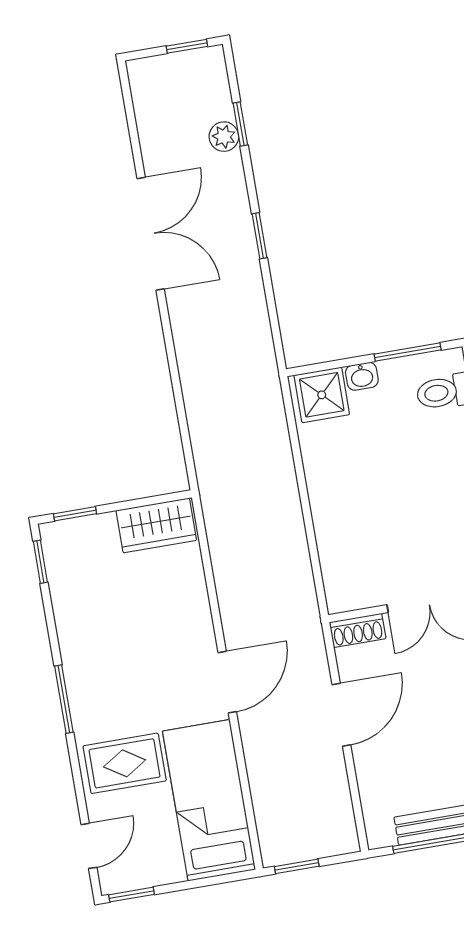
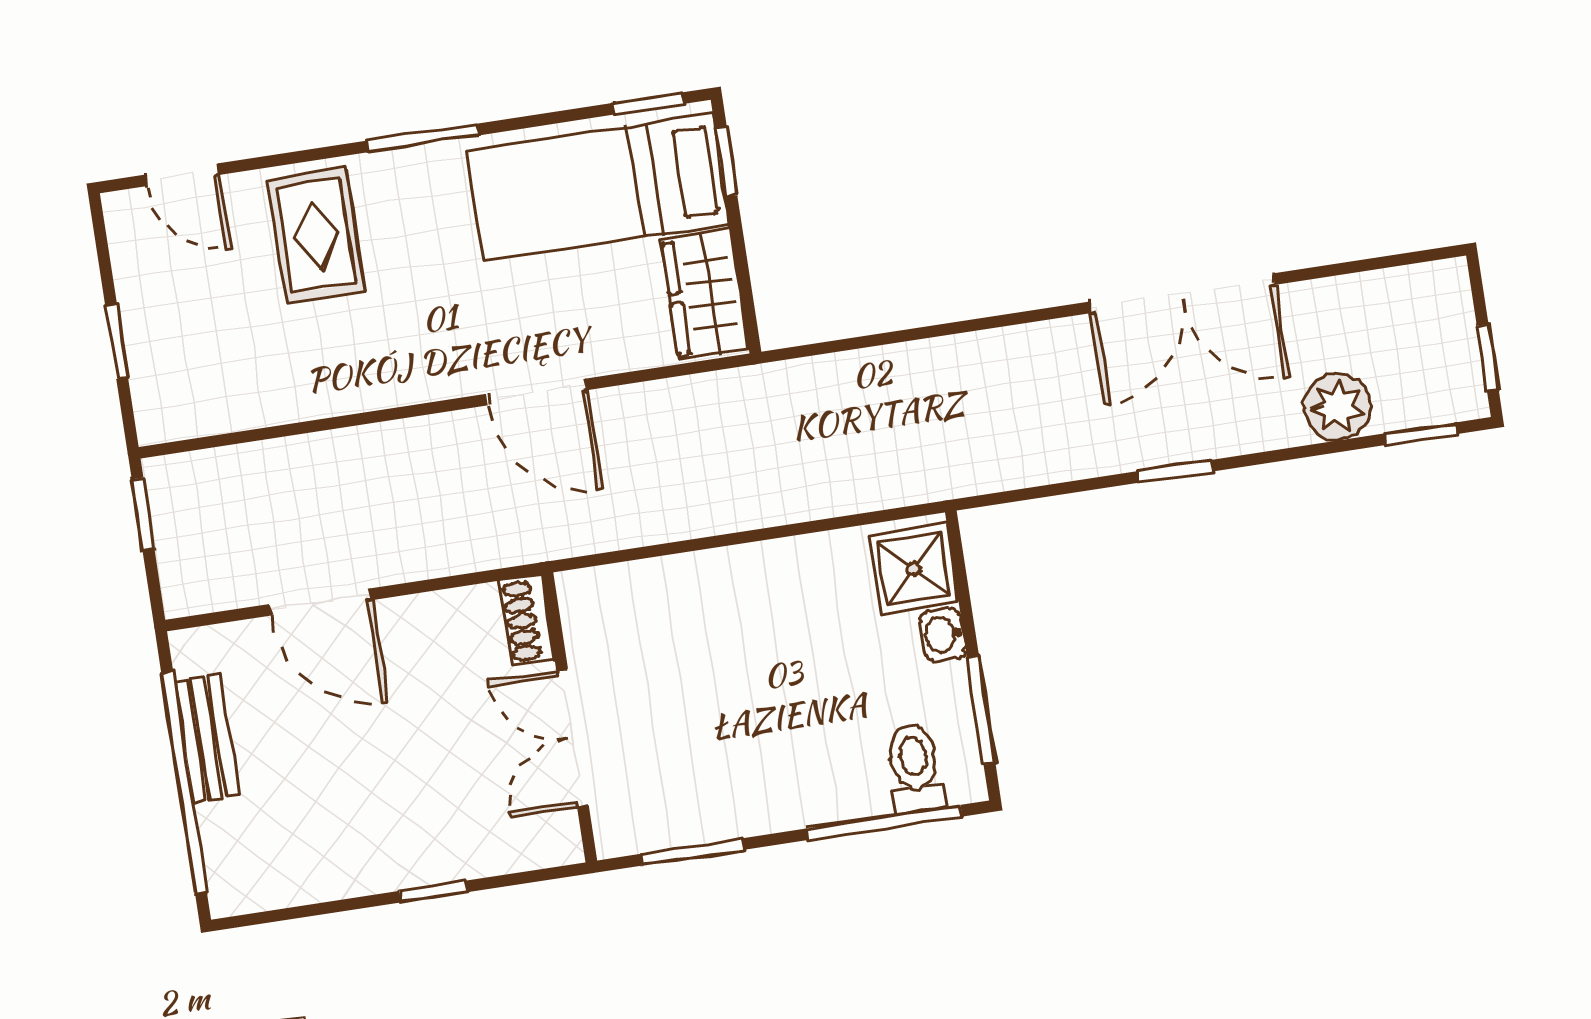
window: (240, 124) -> (1421, 434), moved
plant: (224, 137) -> (1337, 407), width x1.38, depth x1.38
door: (227, 682) -> (537, 392), moved
door: (341, 715) -> (320, 602), moved
bed: (209, 800) -> (598, 187), moved, turned 180
window: (131, 895) -> (117, 342), moved

